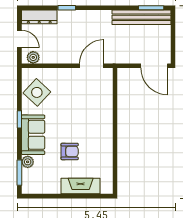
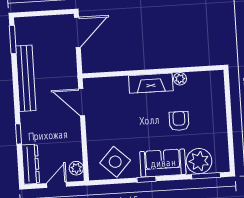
bench: (141, 17) -> (26, 78), moved
plant: (107, 155) -> (180, 79), added
plant: (28, 162) -> (199, 161), width x1.87, depth x1.87
fireplace: (81, 186) -> (151, 83), moved, turned -90

